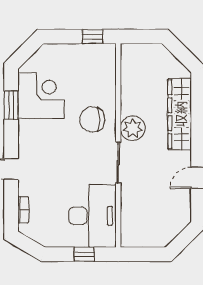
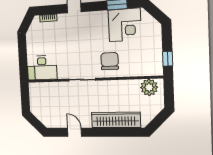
plant: (133, 128) -> (149, 87), moved
desk: (93, 216) -> (42, 68), width x0.73, depth x0.77
window: (84, 254) -> (23, 60), removed

